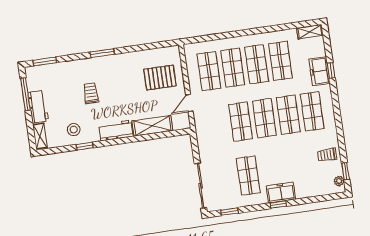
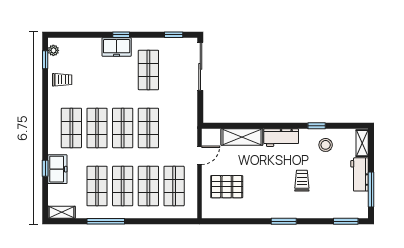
window: (268, 29) -> (106, 221), added
trolley: (91, 93) -> (302, 181), turned 180

